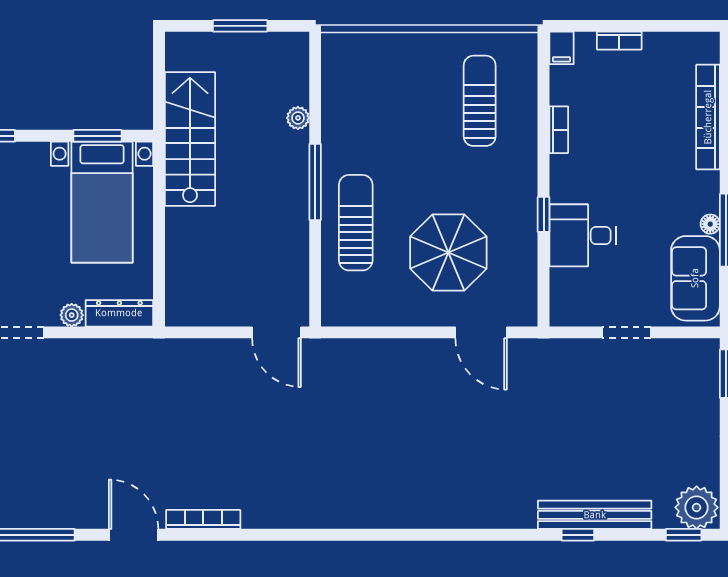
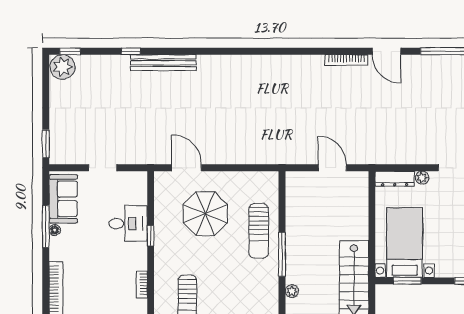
door: (277, 332) -> (332, 168), moved
bench: (595, 515) -> (163, 63), moved

